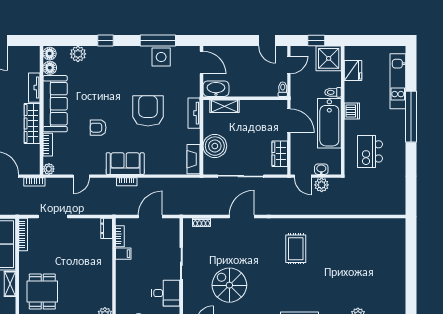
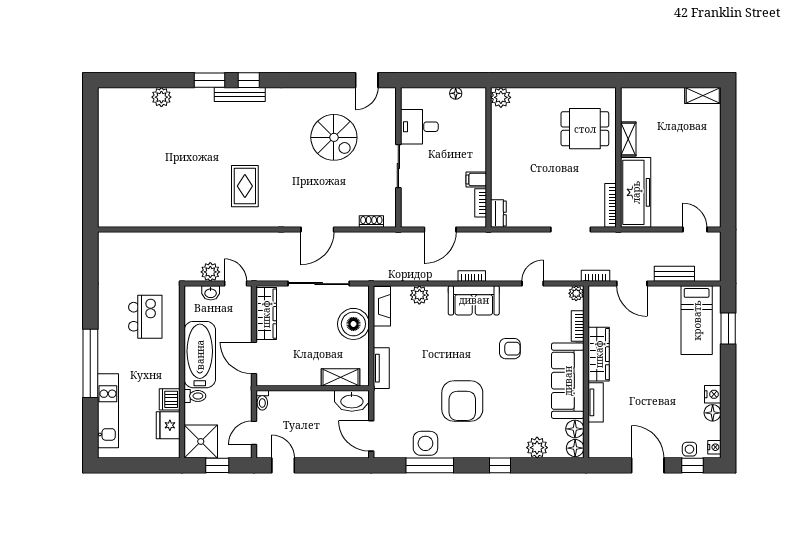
armchair: (148, 111) -> (462, 401), moved
dishwasher: (352, 111) -> (170, 399), moved
wardrobe: (280, 154) -> (266, 314), width x1.50
plant: (166, 168) -> (419, 295), added
dining table: (42, 292) -> (585, 129), turned 90

